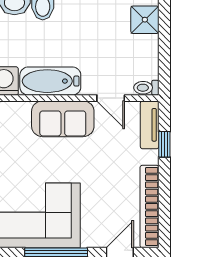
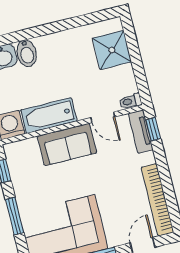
shower: (145, 20) -> (112, 50), width x1.36, depth x1.36
window: (164, 144) -> (153, 129), moved

